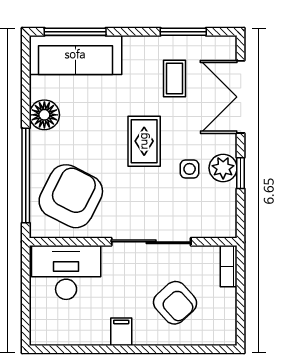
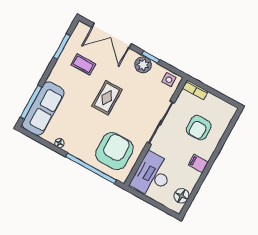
floor lamp: (44, 115) -> (59, 143), width x0.53, depth x0.53
rug: (144, 141) -> (107, 98), turned 90
side table: (190, 169) -> (169, 80), moved
armchair: (71, 196) -> (114, 151), turned 63
armchair: (175, 303) -> (199, 128), turned 132
floor lamp: (59, 333) -> (181, 196), added

